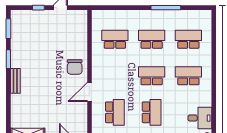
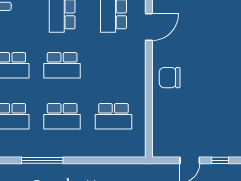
chair: (75, 67) -> (170, 78), turned -90
door: (89, 92) -> (149, 27), moved

